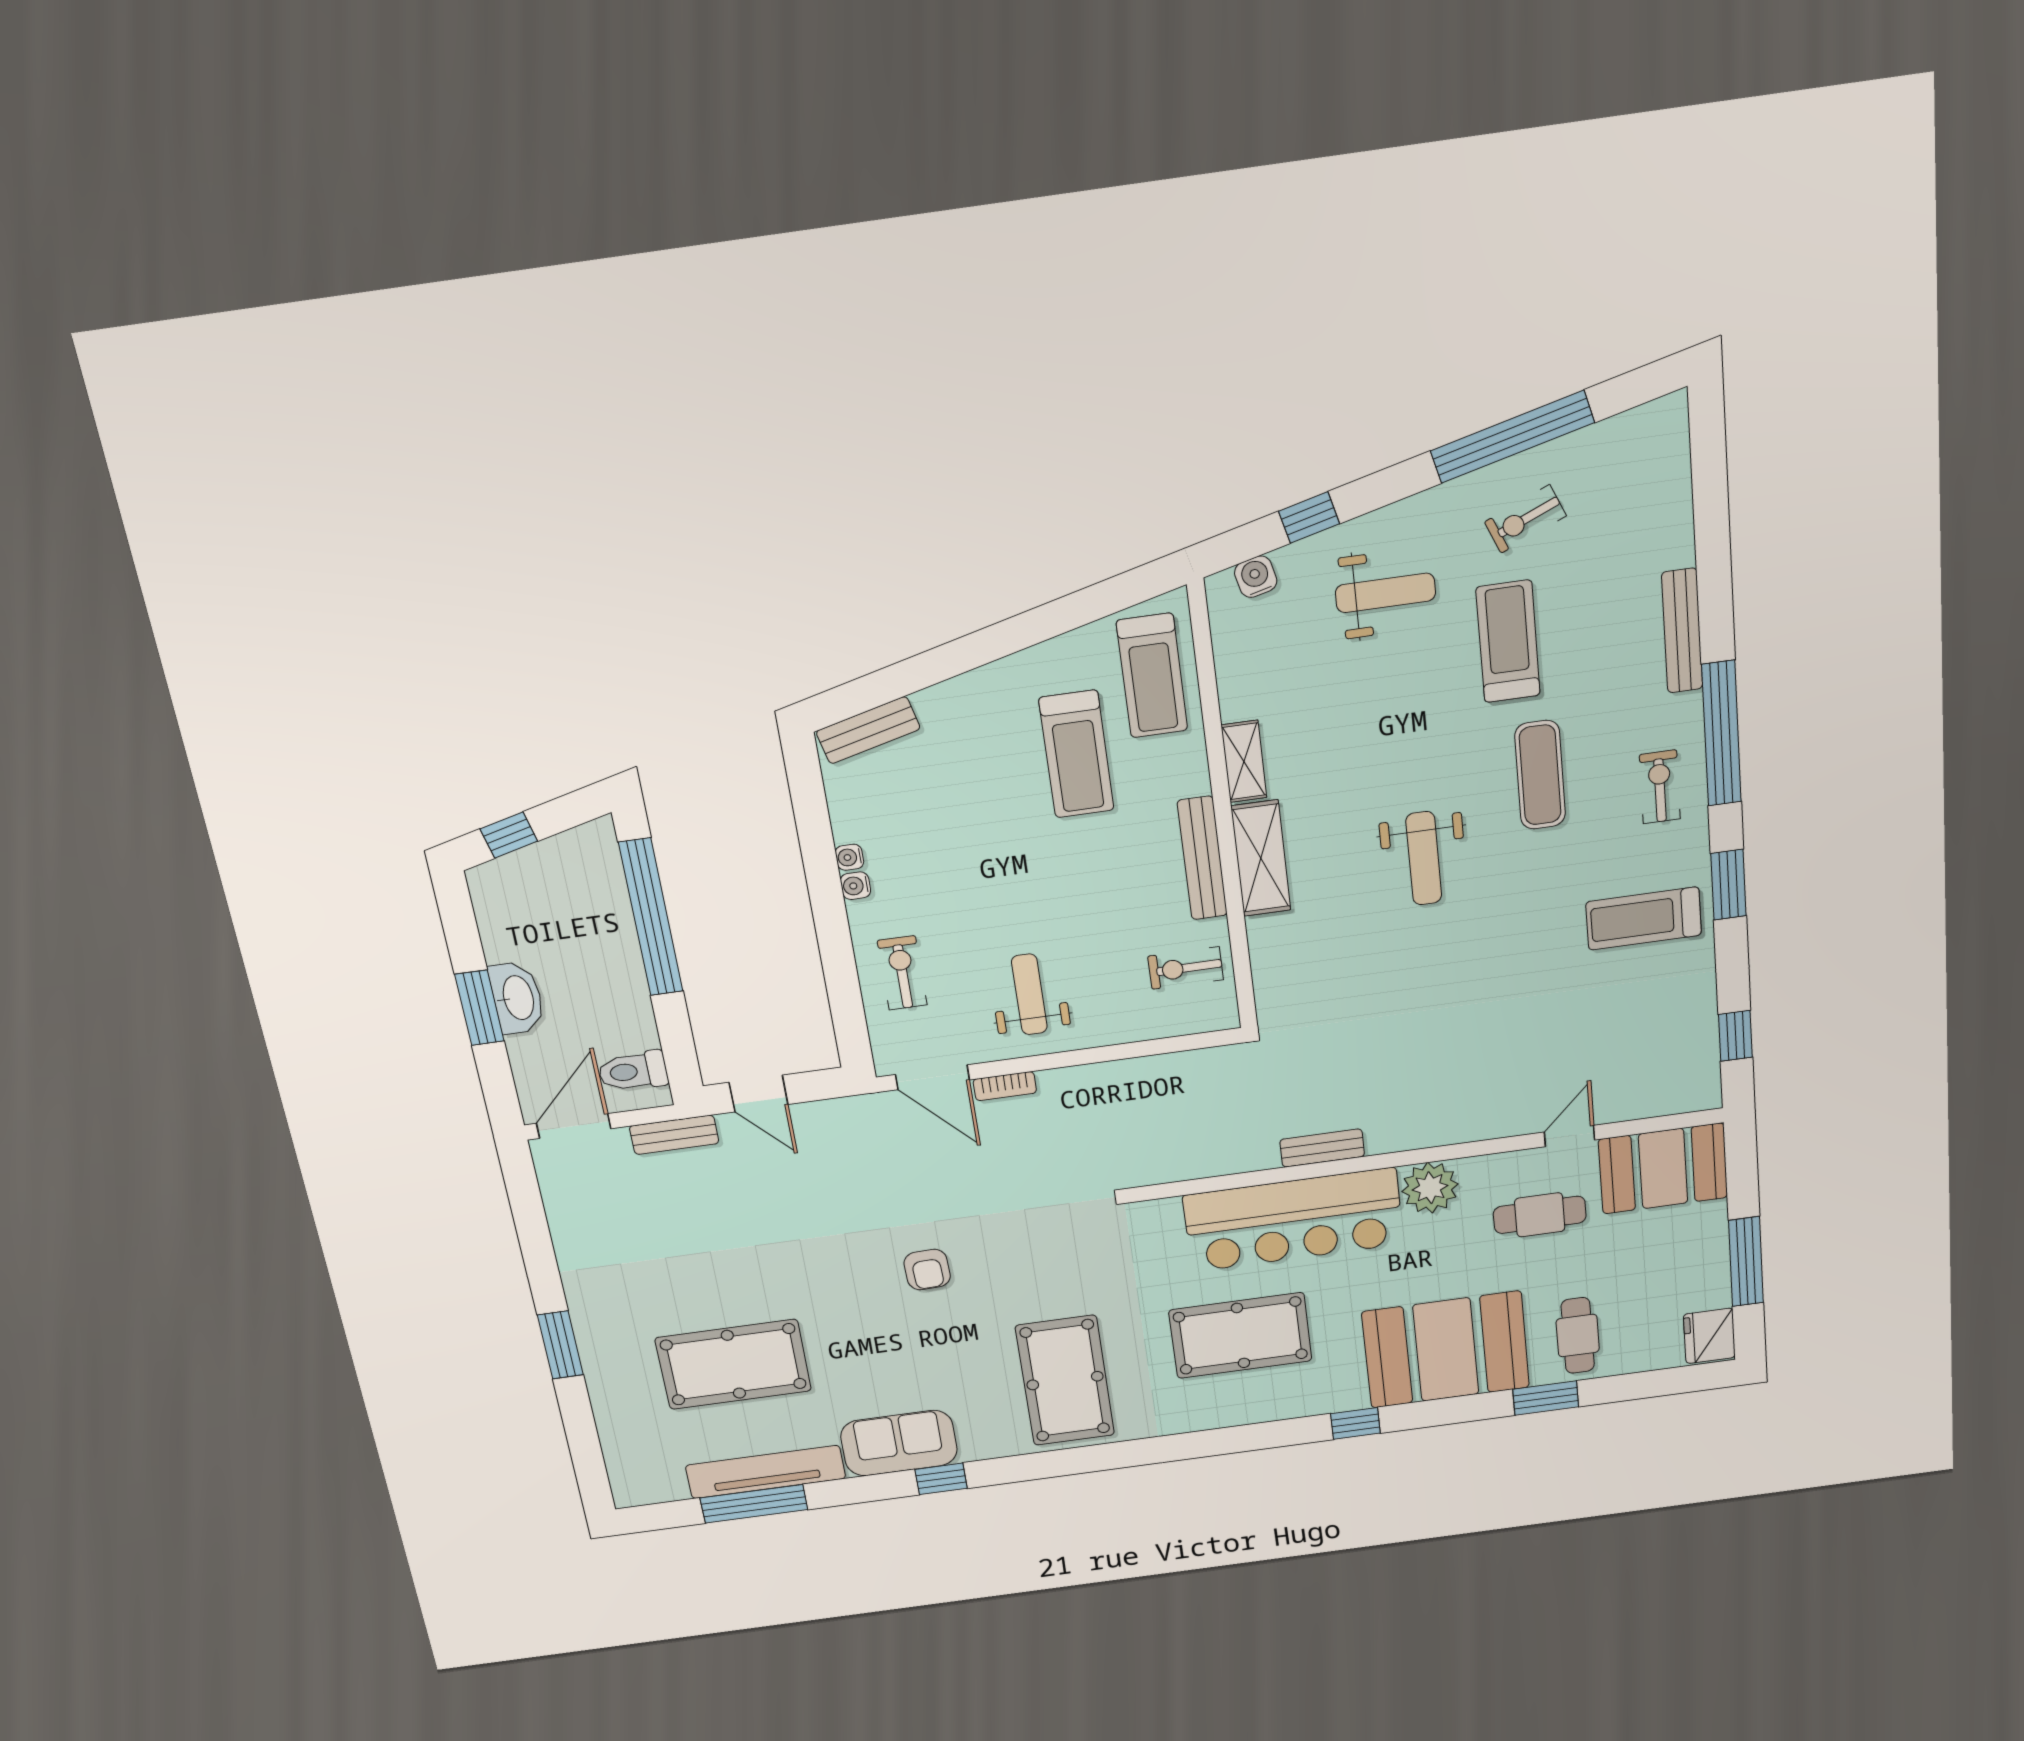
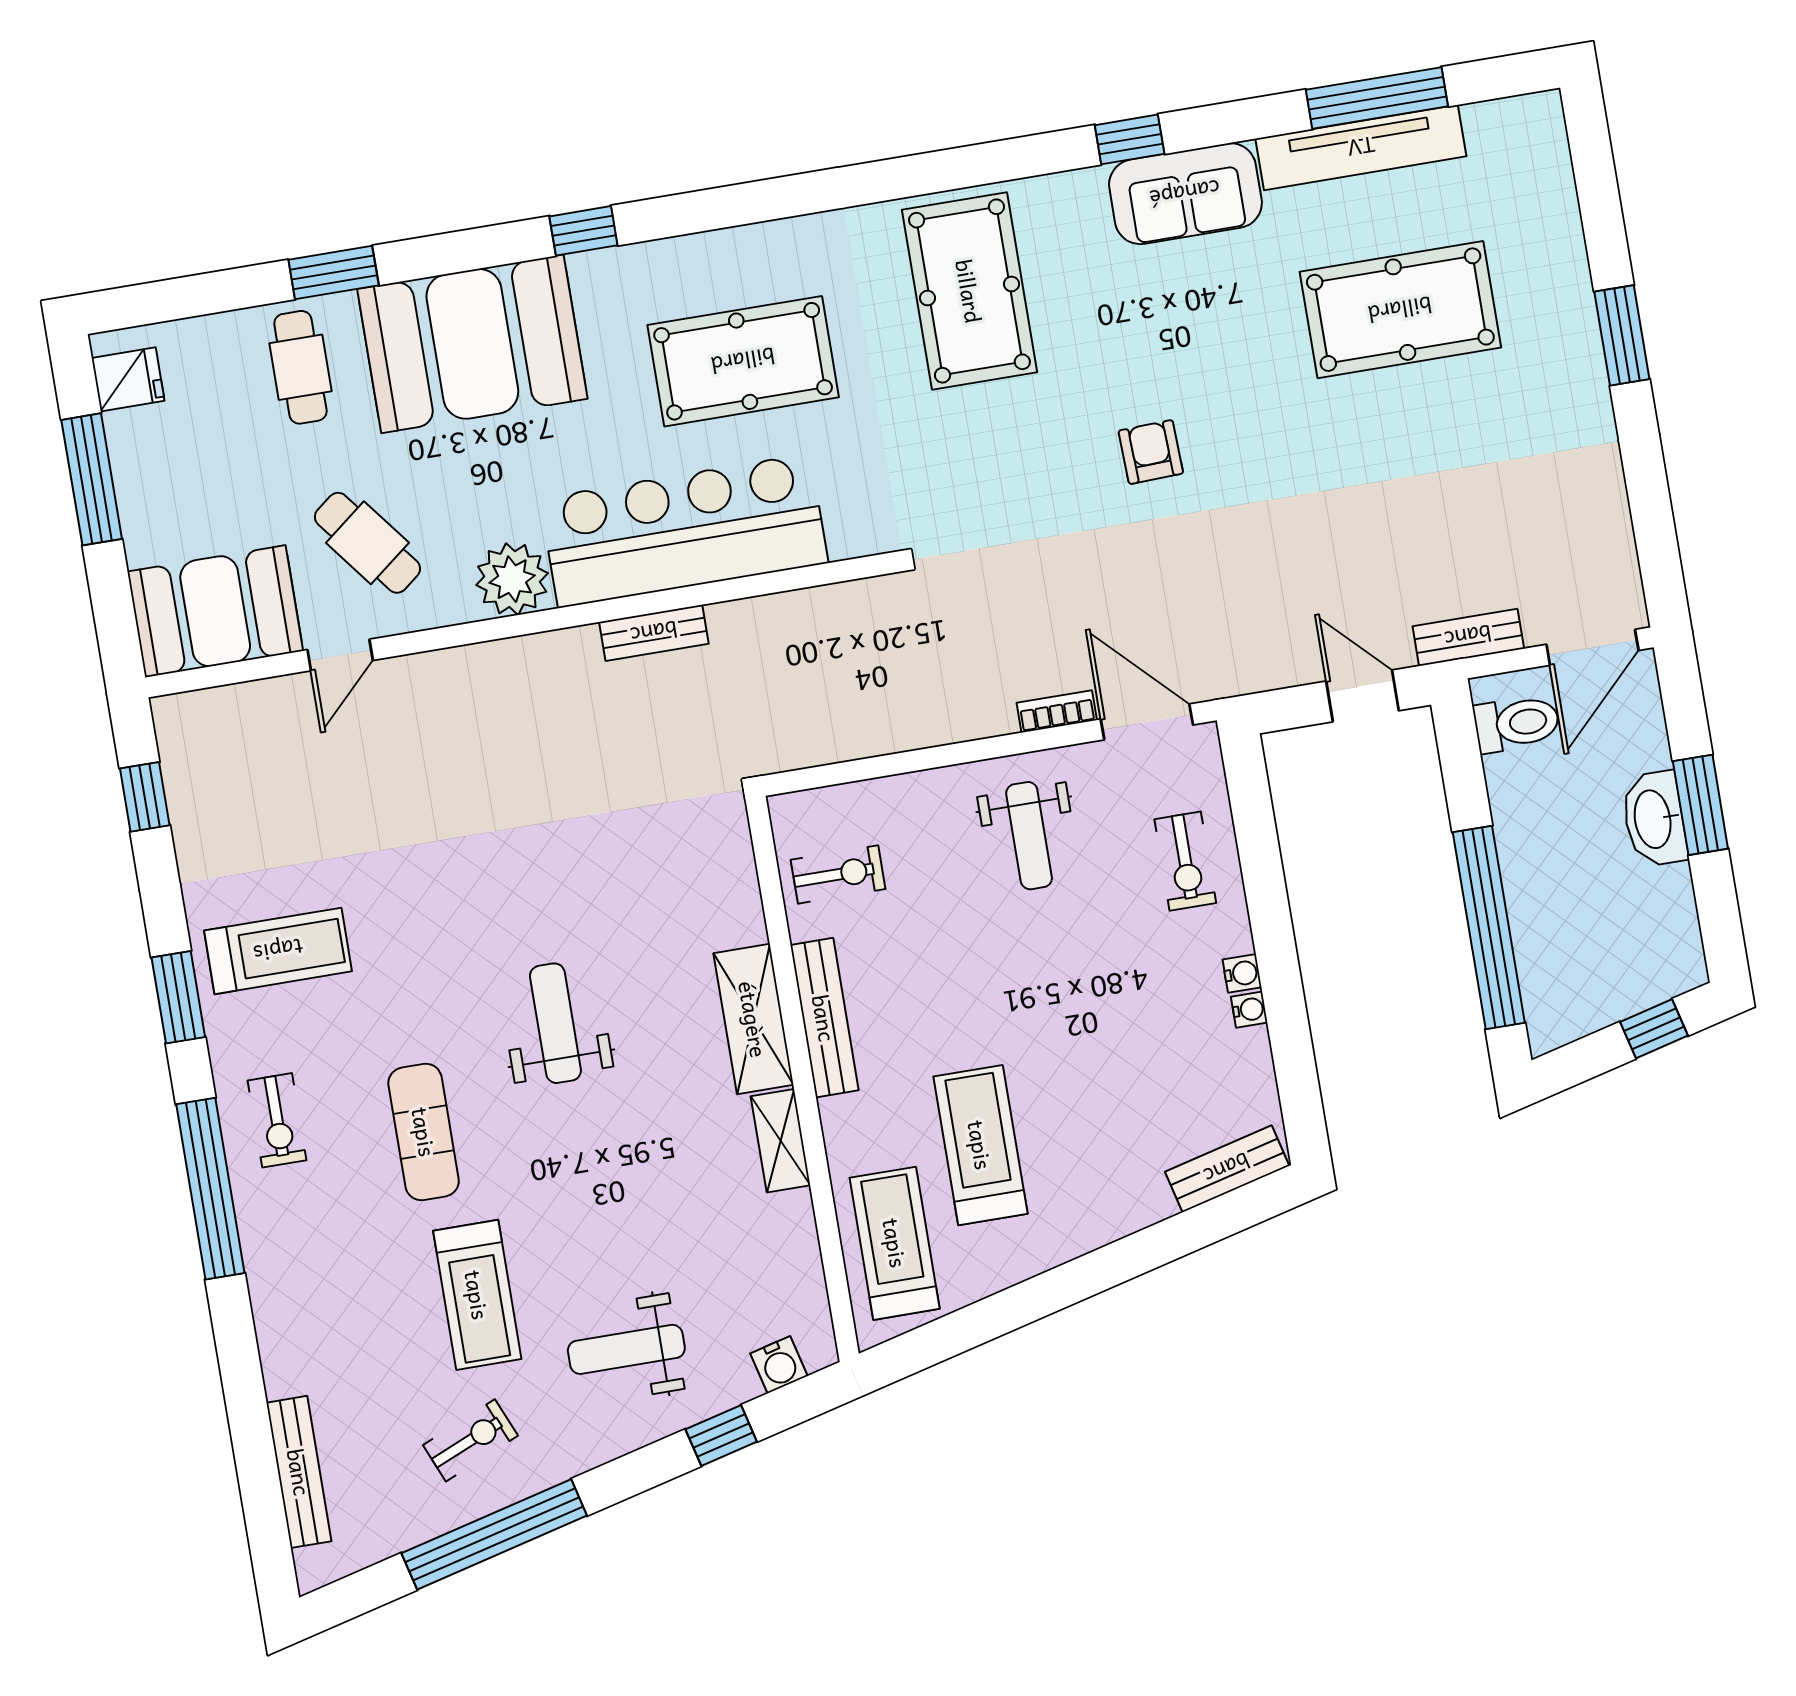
bench: (1682, 631) -> (299, 1472), moved
cafe table: (1540, 1215) -> (367, 543), turned 52
fridge: (1709, 1336) -> (128, 379), width x0.72

